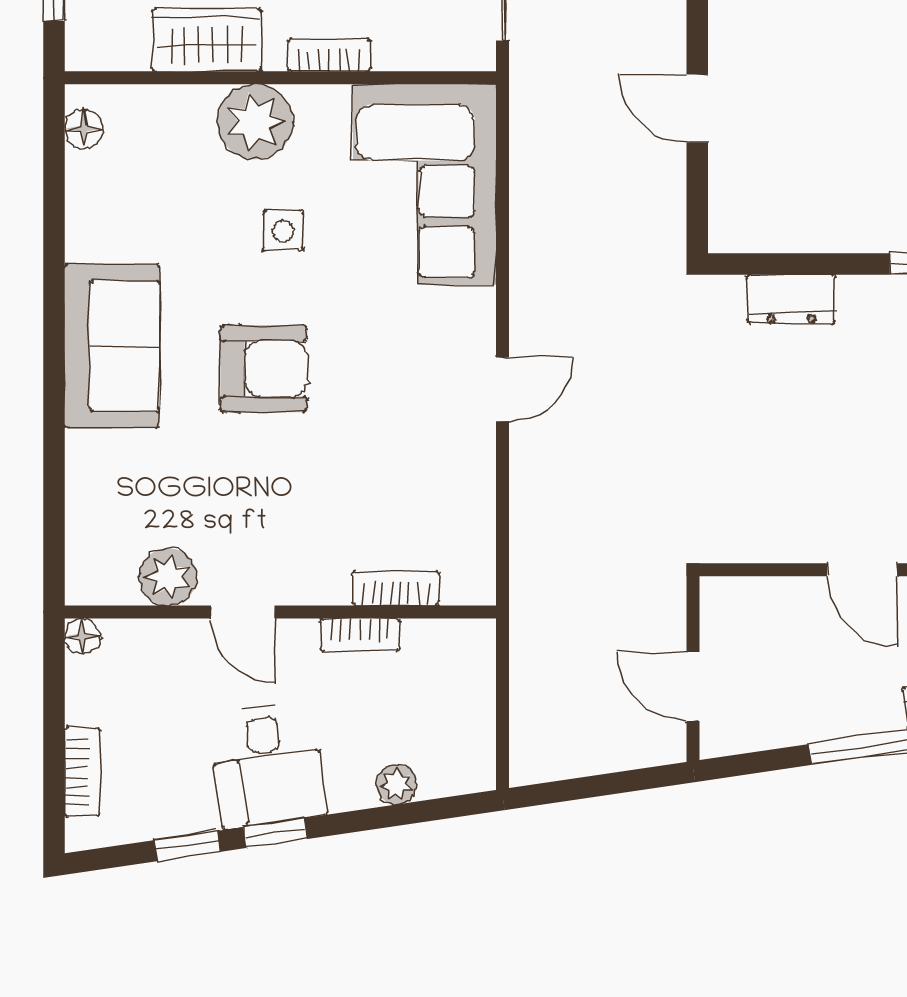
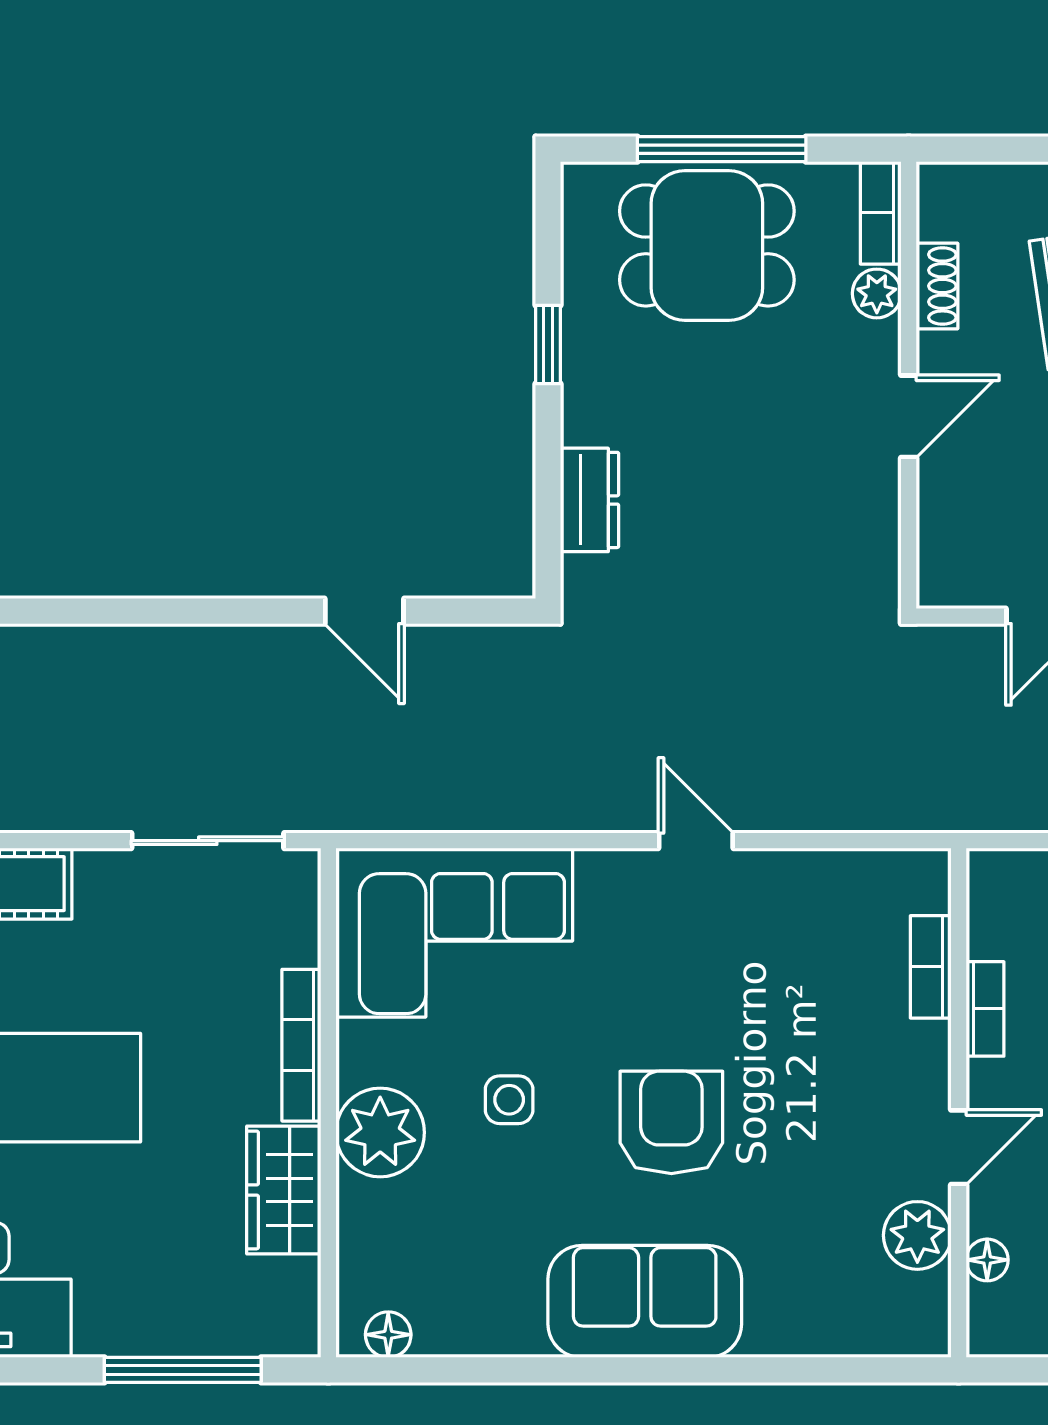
bookcase: (329, 55) -> (301, 1045), width x1.56
door: (697, 108) -> (364, 611), hinge flipped
floor lamp: (82, 636) -> (987, 1260), moved

